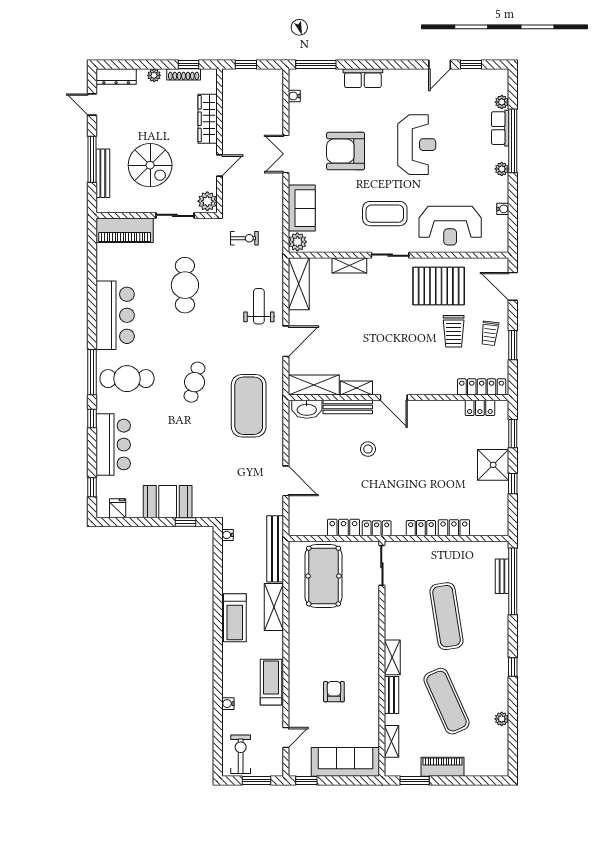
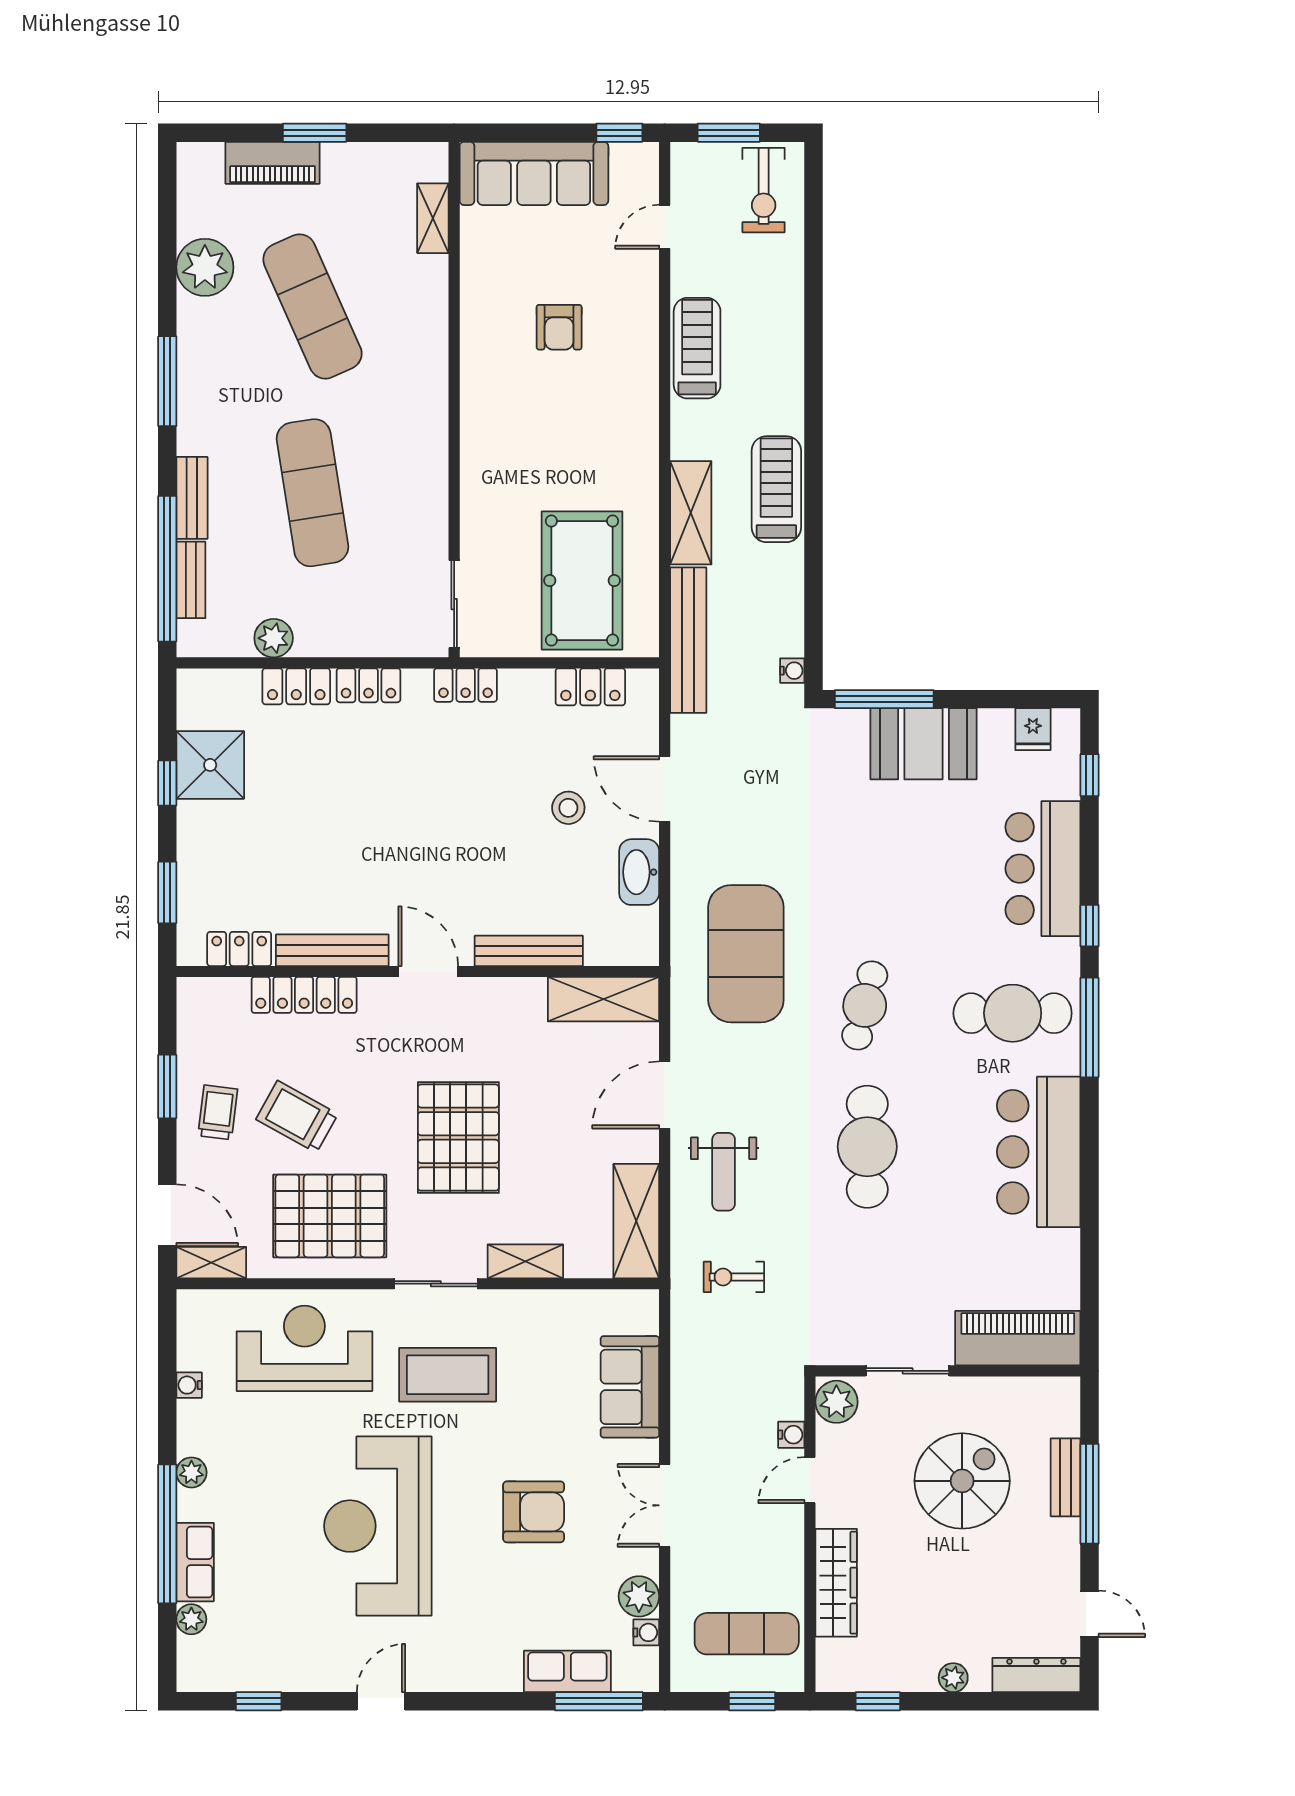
door: (440, 65) -> (381, 1701), moved
shoe rack: (184, 74) -> (889, 1680), removed
row of seats: (363, 78) -> (567, 1671), moved
exercise mat: (248, 95) -> (747, 1634), added
reception desk: (417, 145) -> (378, 1526), width x1.36, depth x1.30
armchair: (346, 151) -> (534, 1512), width x0.73, depth x0.73
double door: (286, 154) -> (665, 1505), swing flipped
spiral stairs: (150, 165) -> (962, 1481), turned 90
bench: (103, 173) -> (1066, 1477), width x0.73
exercise bike: (244, 238) -> (734, 1277), moved
plant: (297, 242) -> (639, 1596), moved
cafe table: (185, 285) -> (867, 1147), moved
pallet: (380, 322) -> (458, 1138), added
trolley: (454, 331) -> (297, 1117), turned -61
locker: (482, 387) -> (304, 995), moved
shelving: (356, 388) -> (211, 1263), moved
bench: (437, 407) -> (332, 950), added
washbasin: (307, 409) -> (639, 872), moved, turned -90
stool: (368, 449) -> (568, 808), moved
shower: (493, 465) -> (210, 765), moved
window: (186, 522) -> (884, 699), width x2.17
locker: (343, 528) -> (590, 687), moved
plant: (464, 550) -> (274, 638), added
shelving: (392, 657) -> (431, 402), removed
window: (513, 667) -> (167, 381), width x2.17
treadmill: (271, 682) -> (697, 348), turned 180
bench: (391, 695) -> (192, 498), moved
water cooler: (228, 704) -> (791, 1435), moved
plant: (502, 719) -> (205, 267), width x1.88, depth x1.88
piano: (443, 767) -> (273, 163), moved
window: (415, 780) -> (315, 133), moved

